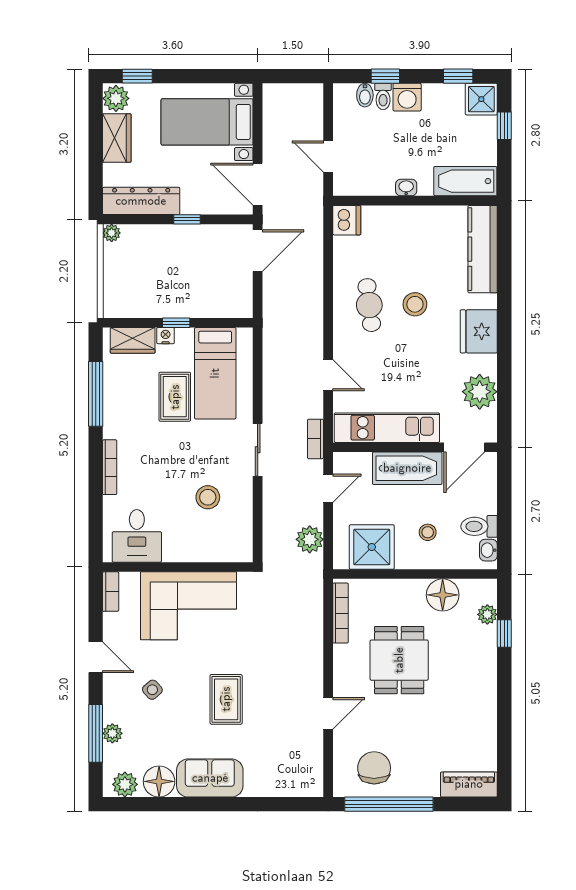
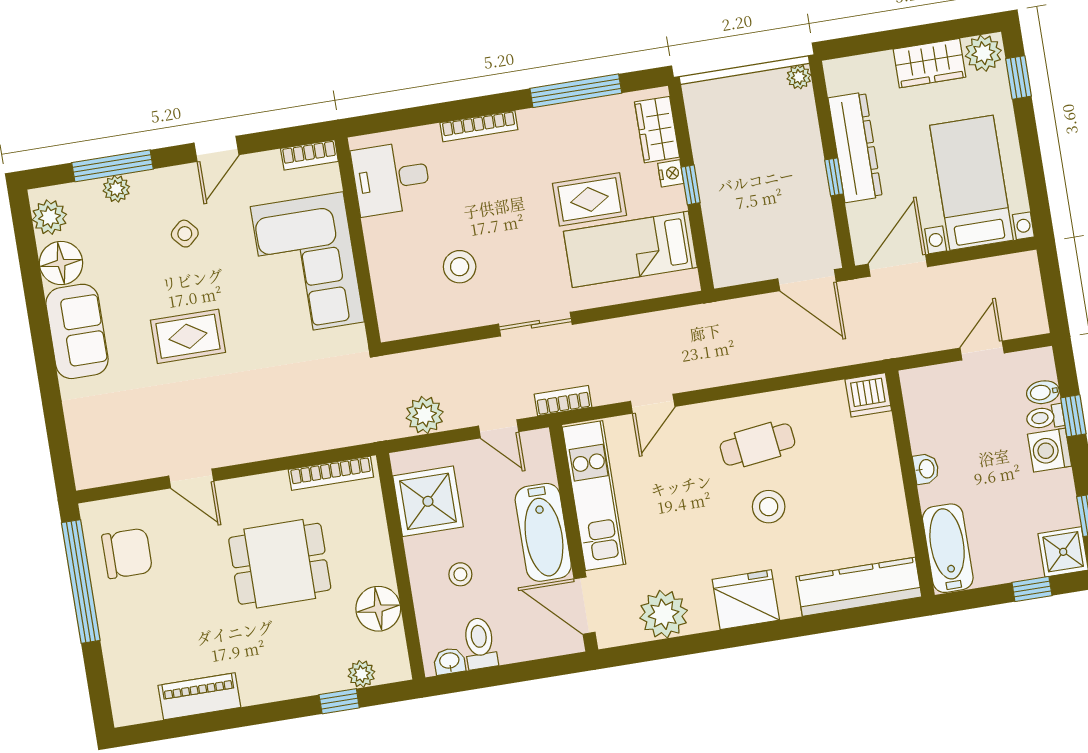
door: (328, 157) -> (982, 350), moved
dresser: (141, 201) -> (855, 147), moved
piano: (469, 784) -> (199, 696), moved, turned -90

